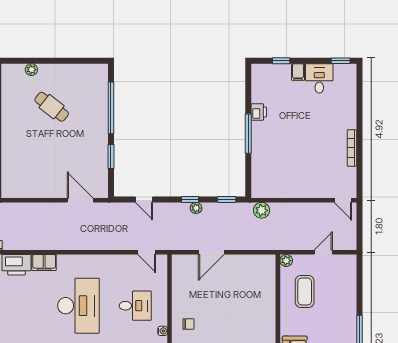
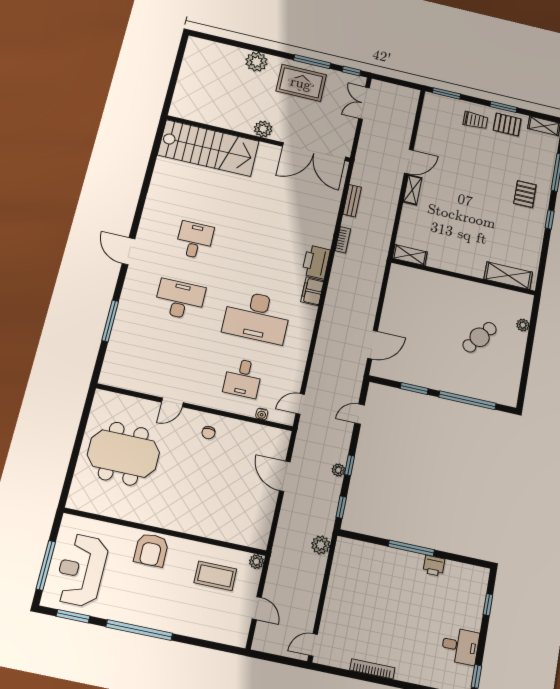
filing cabinet: (298, 72) -> (472, 622), removed
water cooler: (163, 331) -> (262, 414), moved

